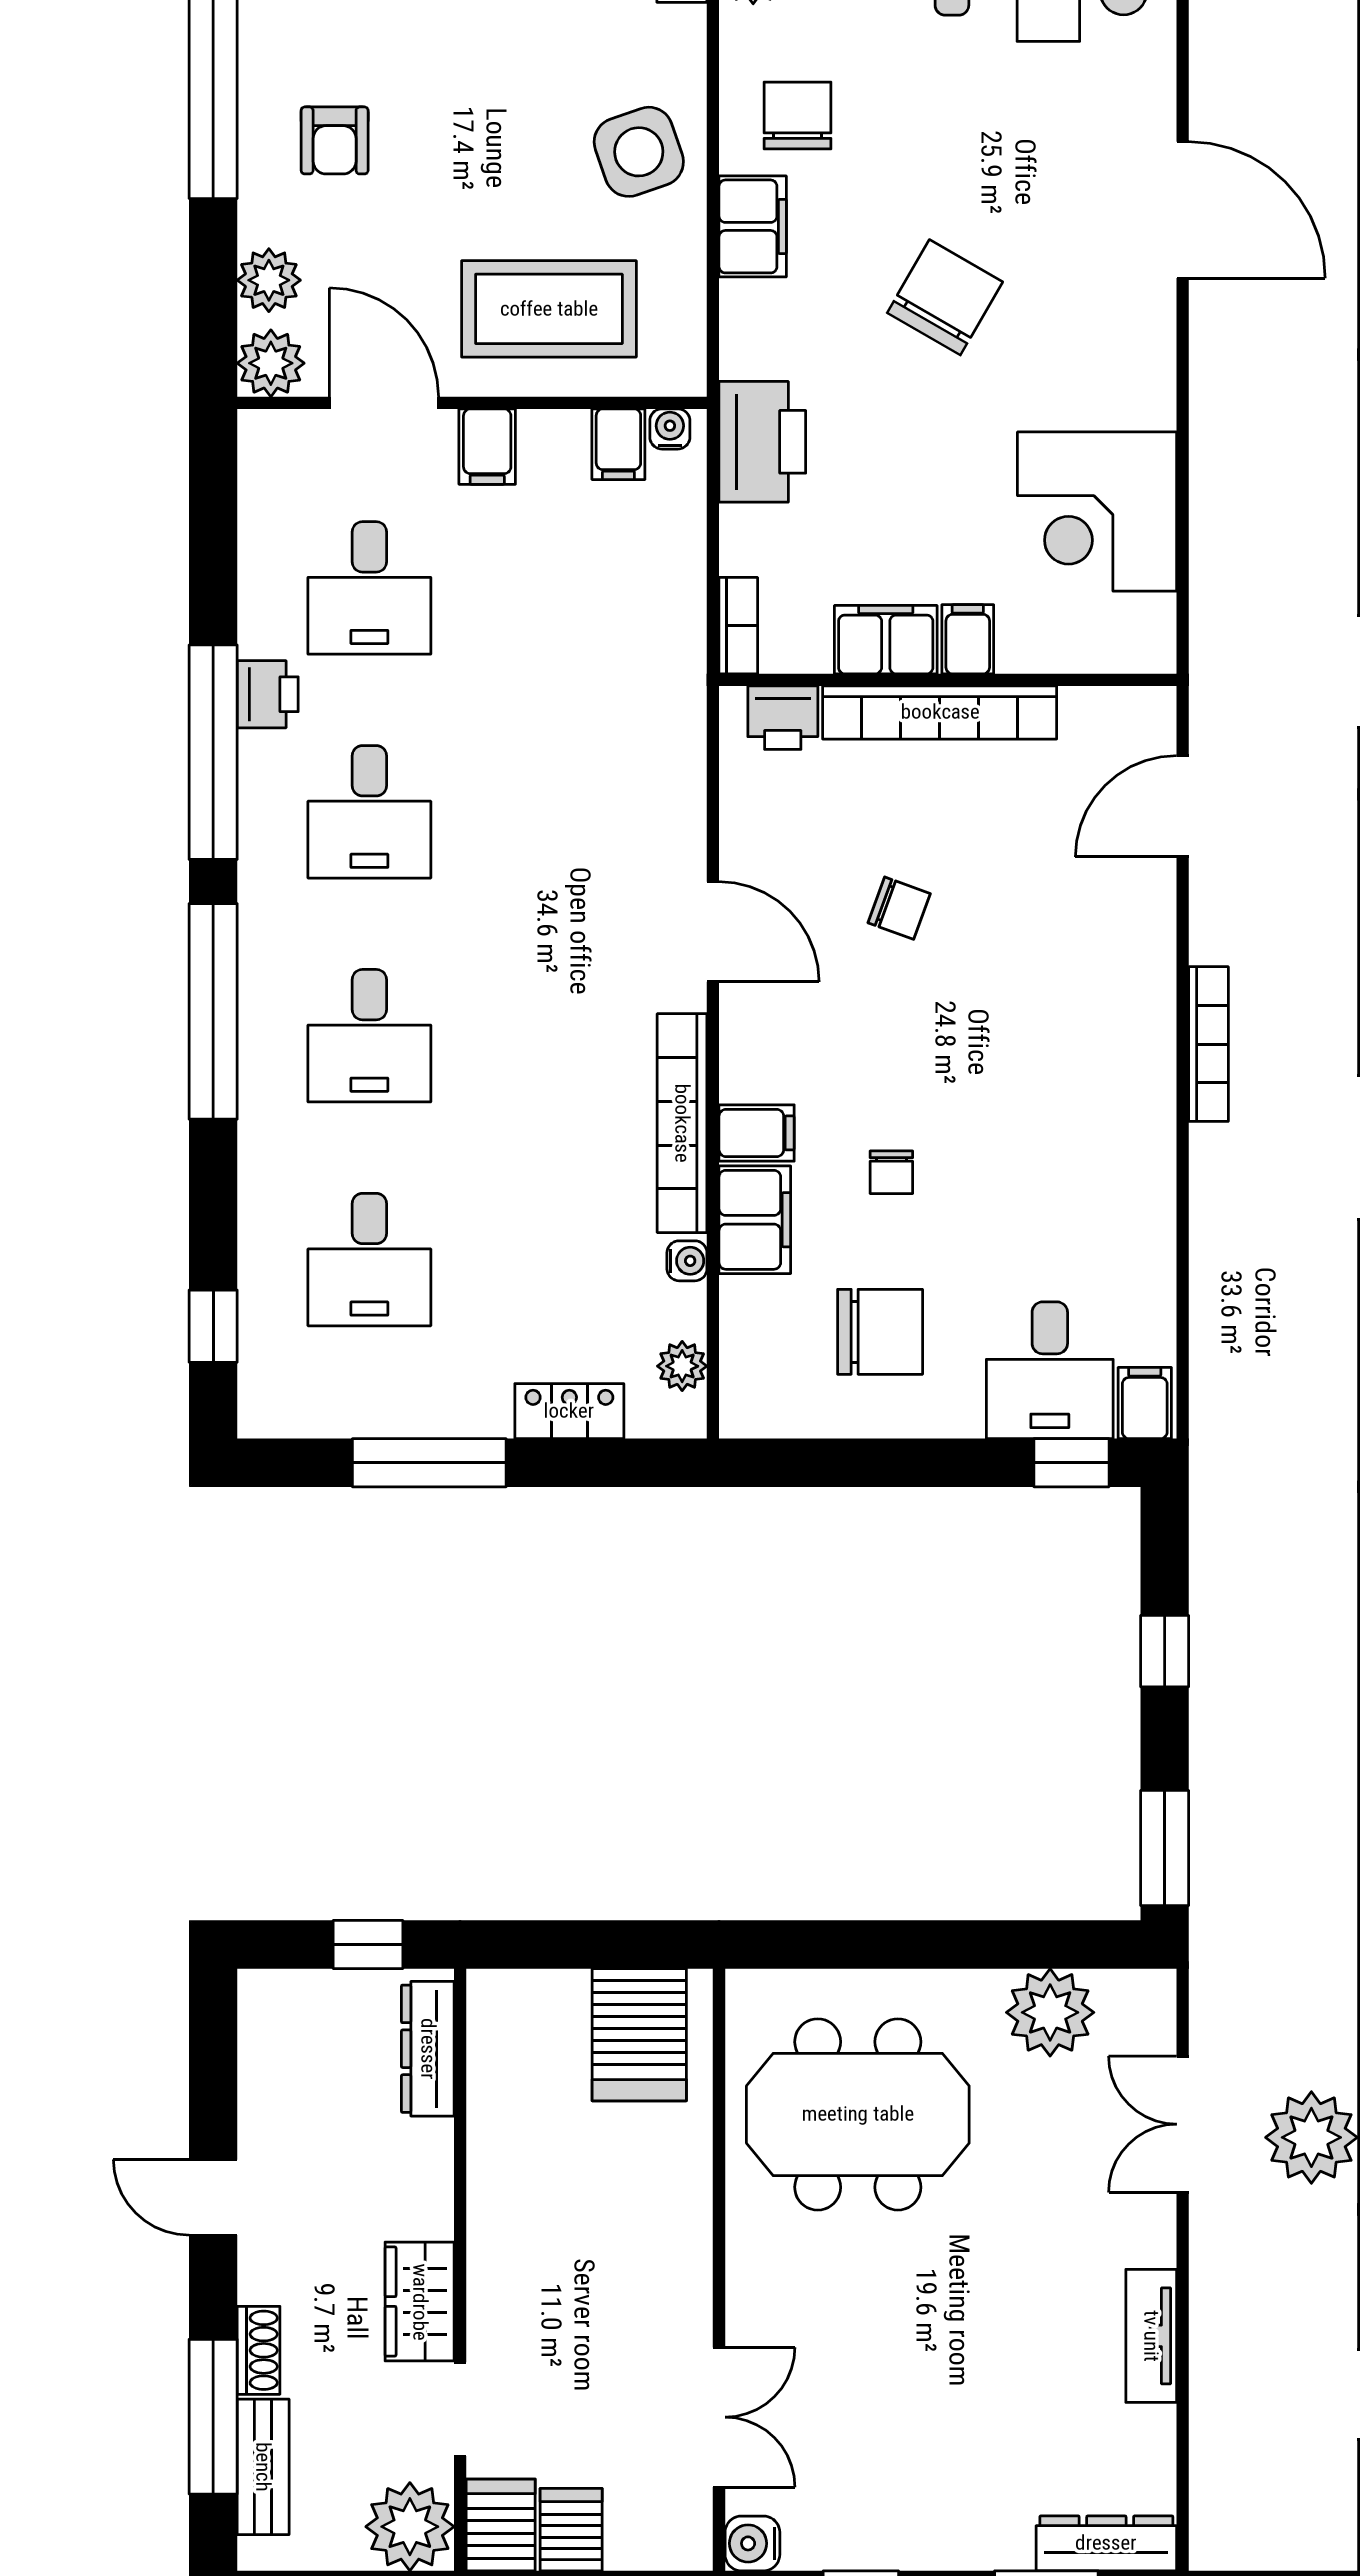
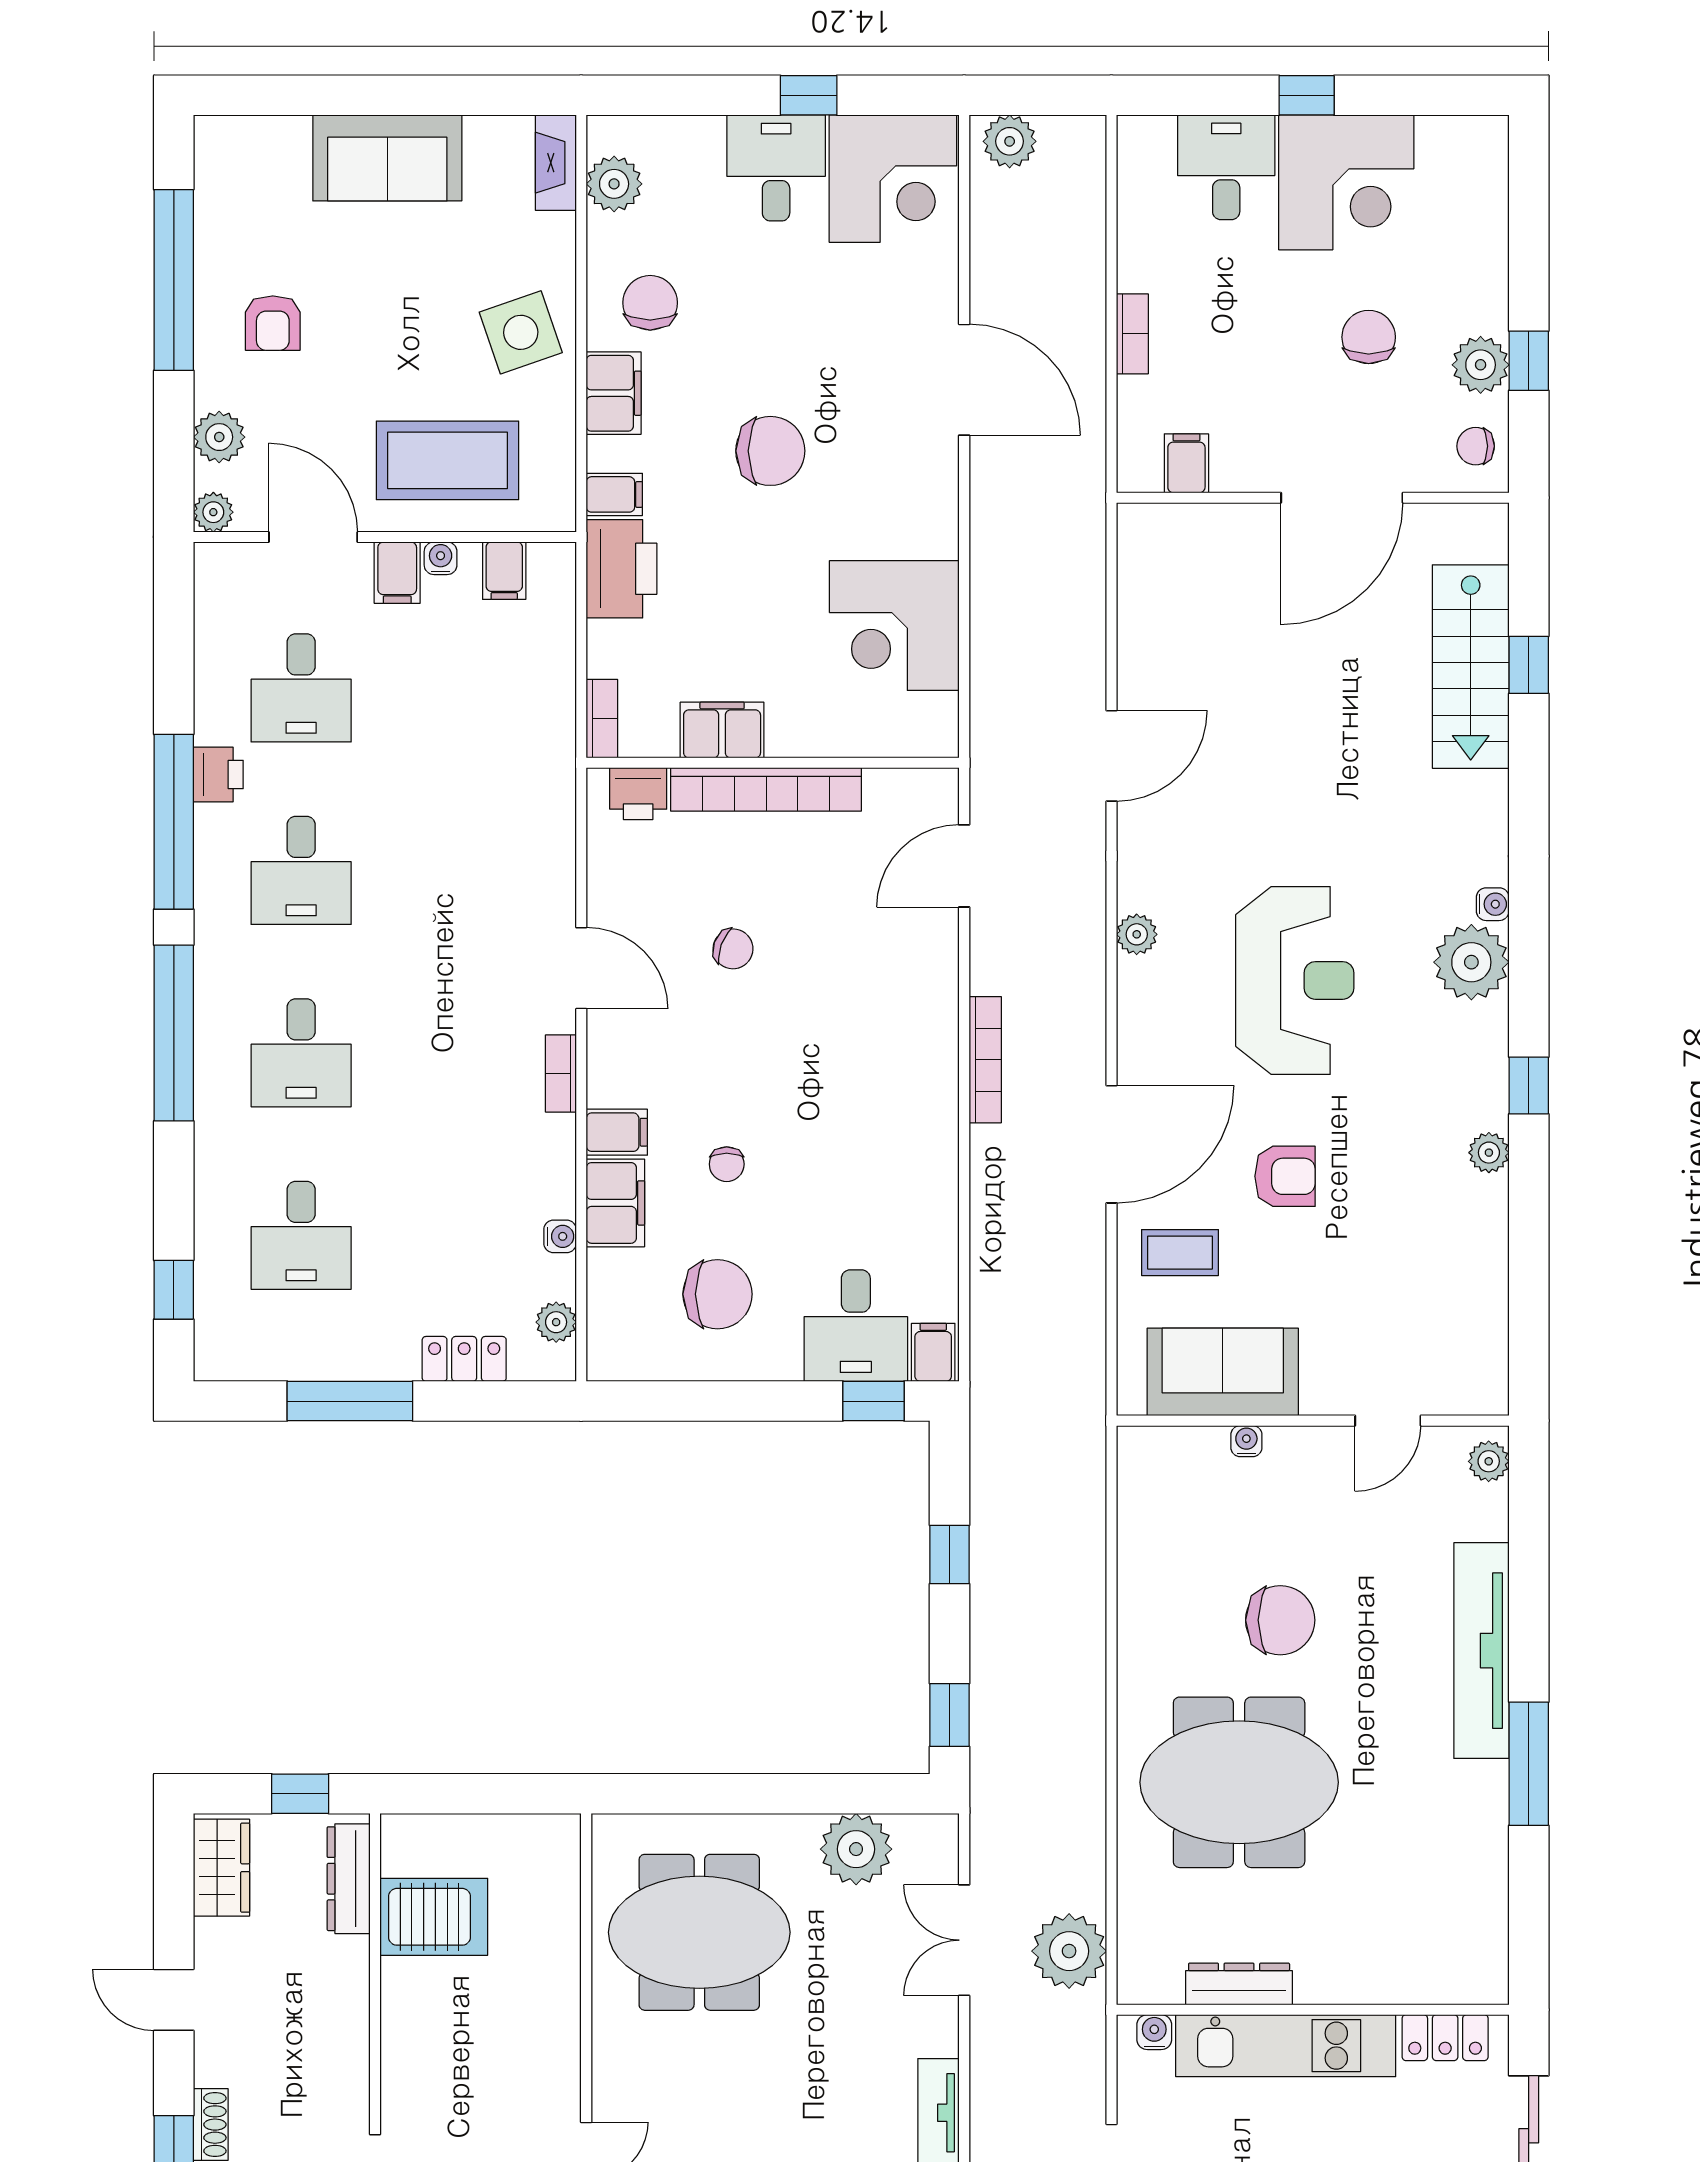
chair: (945, 297) -> (770, 451), turned 60
plant: (271, 363) -> (213, 512), width x0.73, depth x0.73
water cooler: (670, 429) -> (441, 558), moved
filing cabinet: (968, 639) -> (614, 494), moved, turned 90
bookcase: (682, 1123) -> (561, 1073), width x0.43, depth x0.76
window: (1165, 1848) -> (949, 1715), width x0.67
server rack: (639, 2035) -> (434, 1917), moved, turned -90
wardrobe: (420, 2302) -> (222, 1868), moved, turned 180

